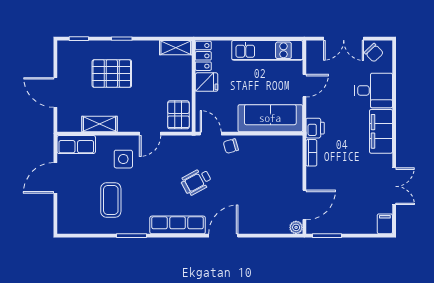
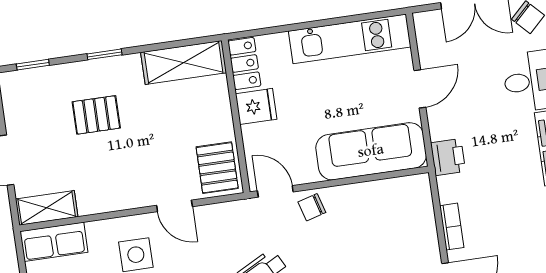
shelving: (176, 48) -> (184, 62), width x1.50, depth x1.33
pallet: (112, 74) -> (96, 115), width x0.67, depth x0.71
shelving: (99, 124) -> (47, 208), moved
door: (150, 134) -> (174, 206), hinge flipped
bookcase: (311, 153) -> (452, 227), moved

